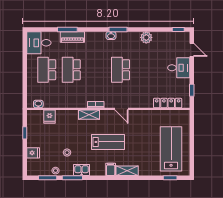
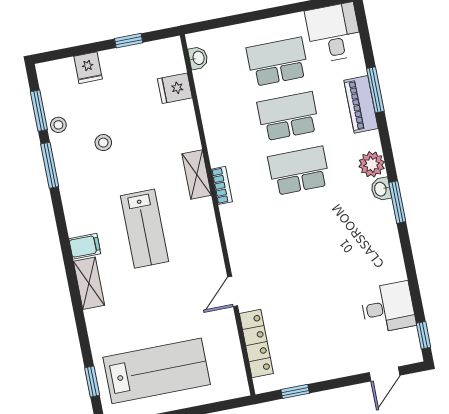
plant: (146, 37) -> (372, 164), moved
desk: (179, 68) -> (388, 308), moved, turned -90
school desk: (121, 70) -> (299, 171), moved
door: (121, 109) -> (233, 291), moved
kitchen sink: (82, 170) -> (71, 182), removed

